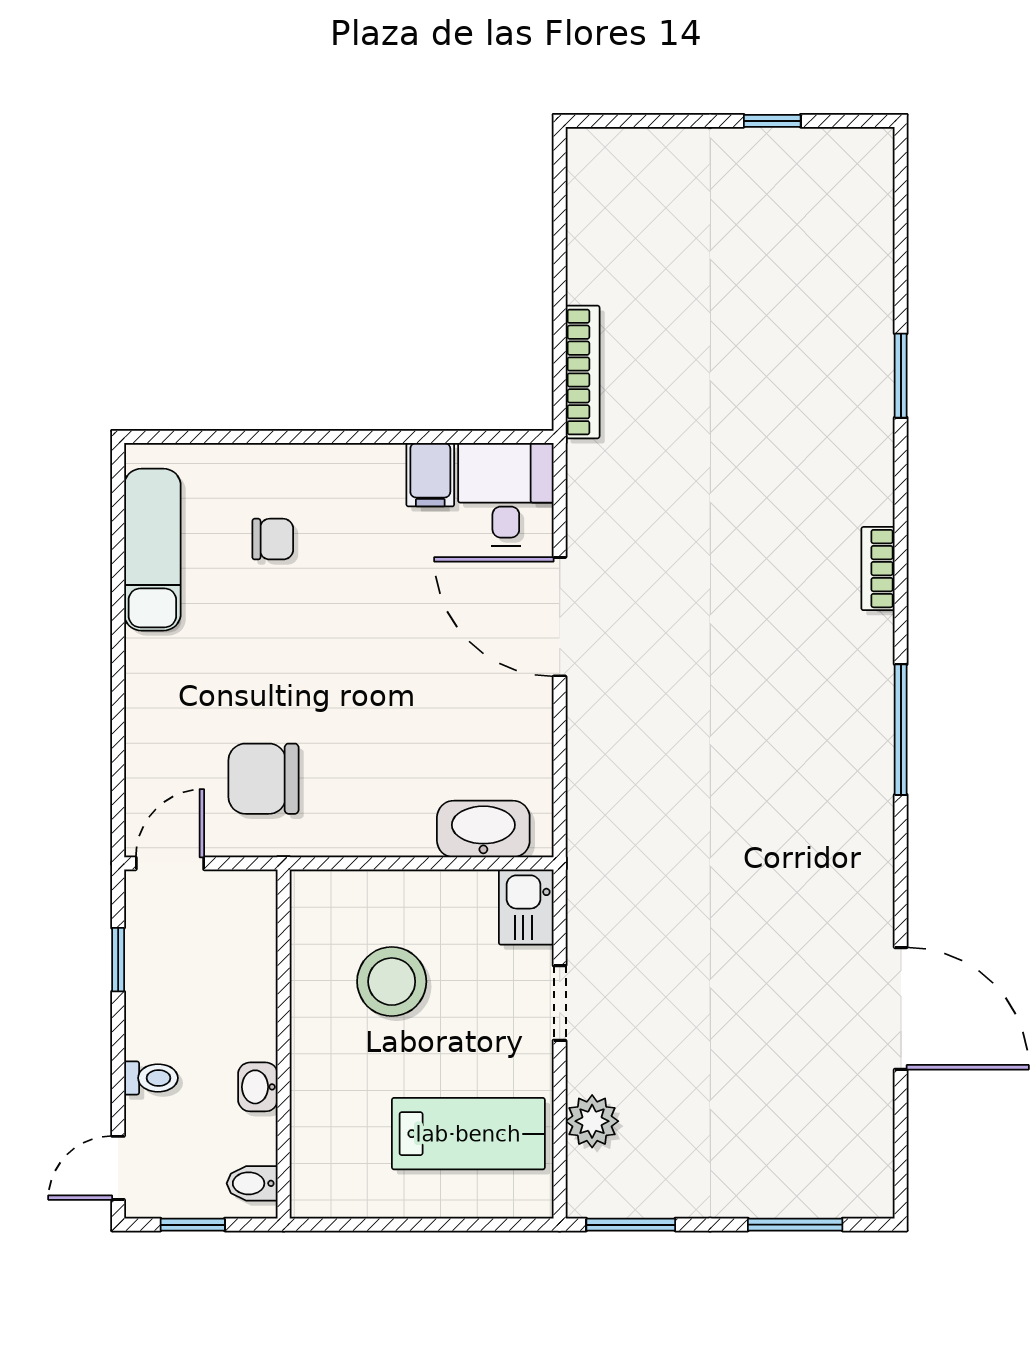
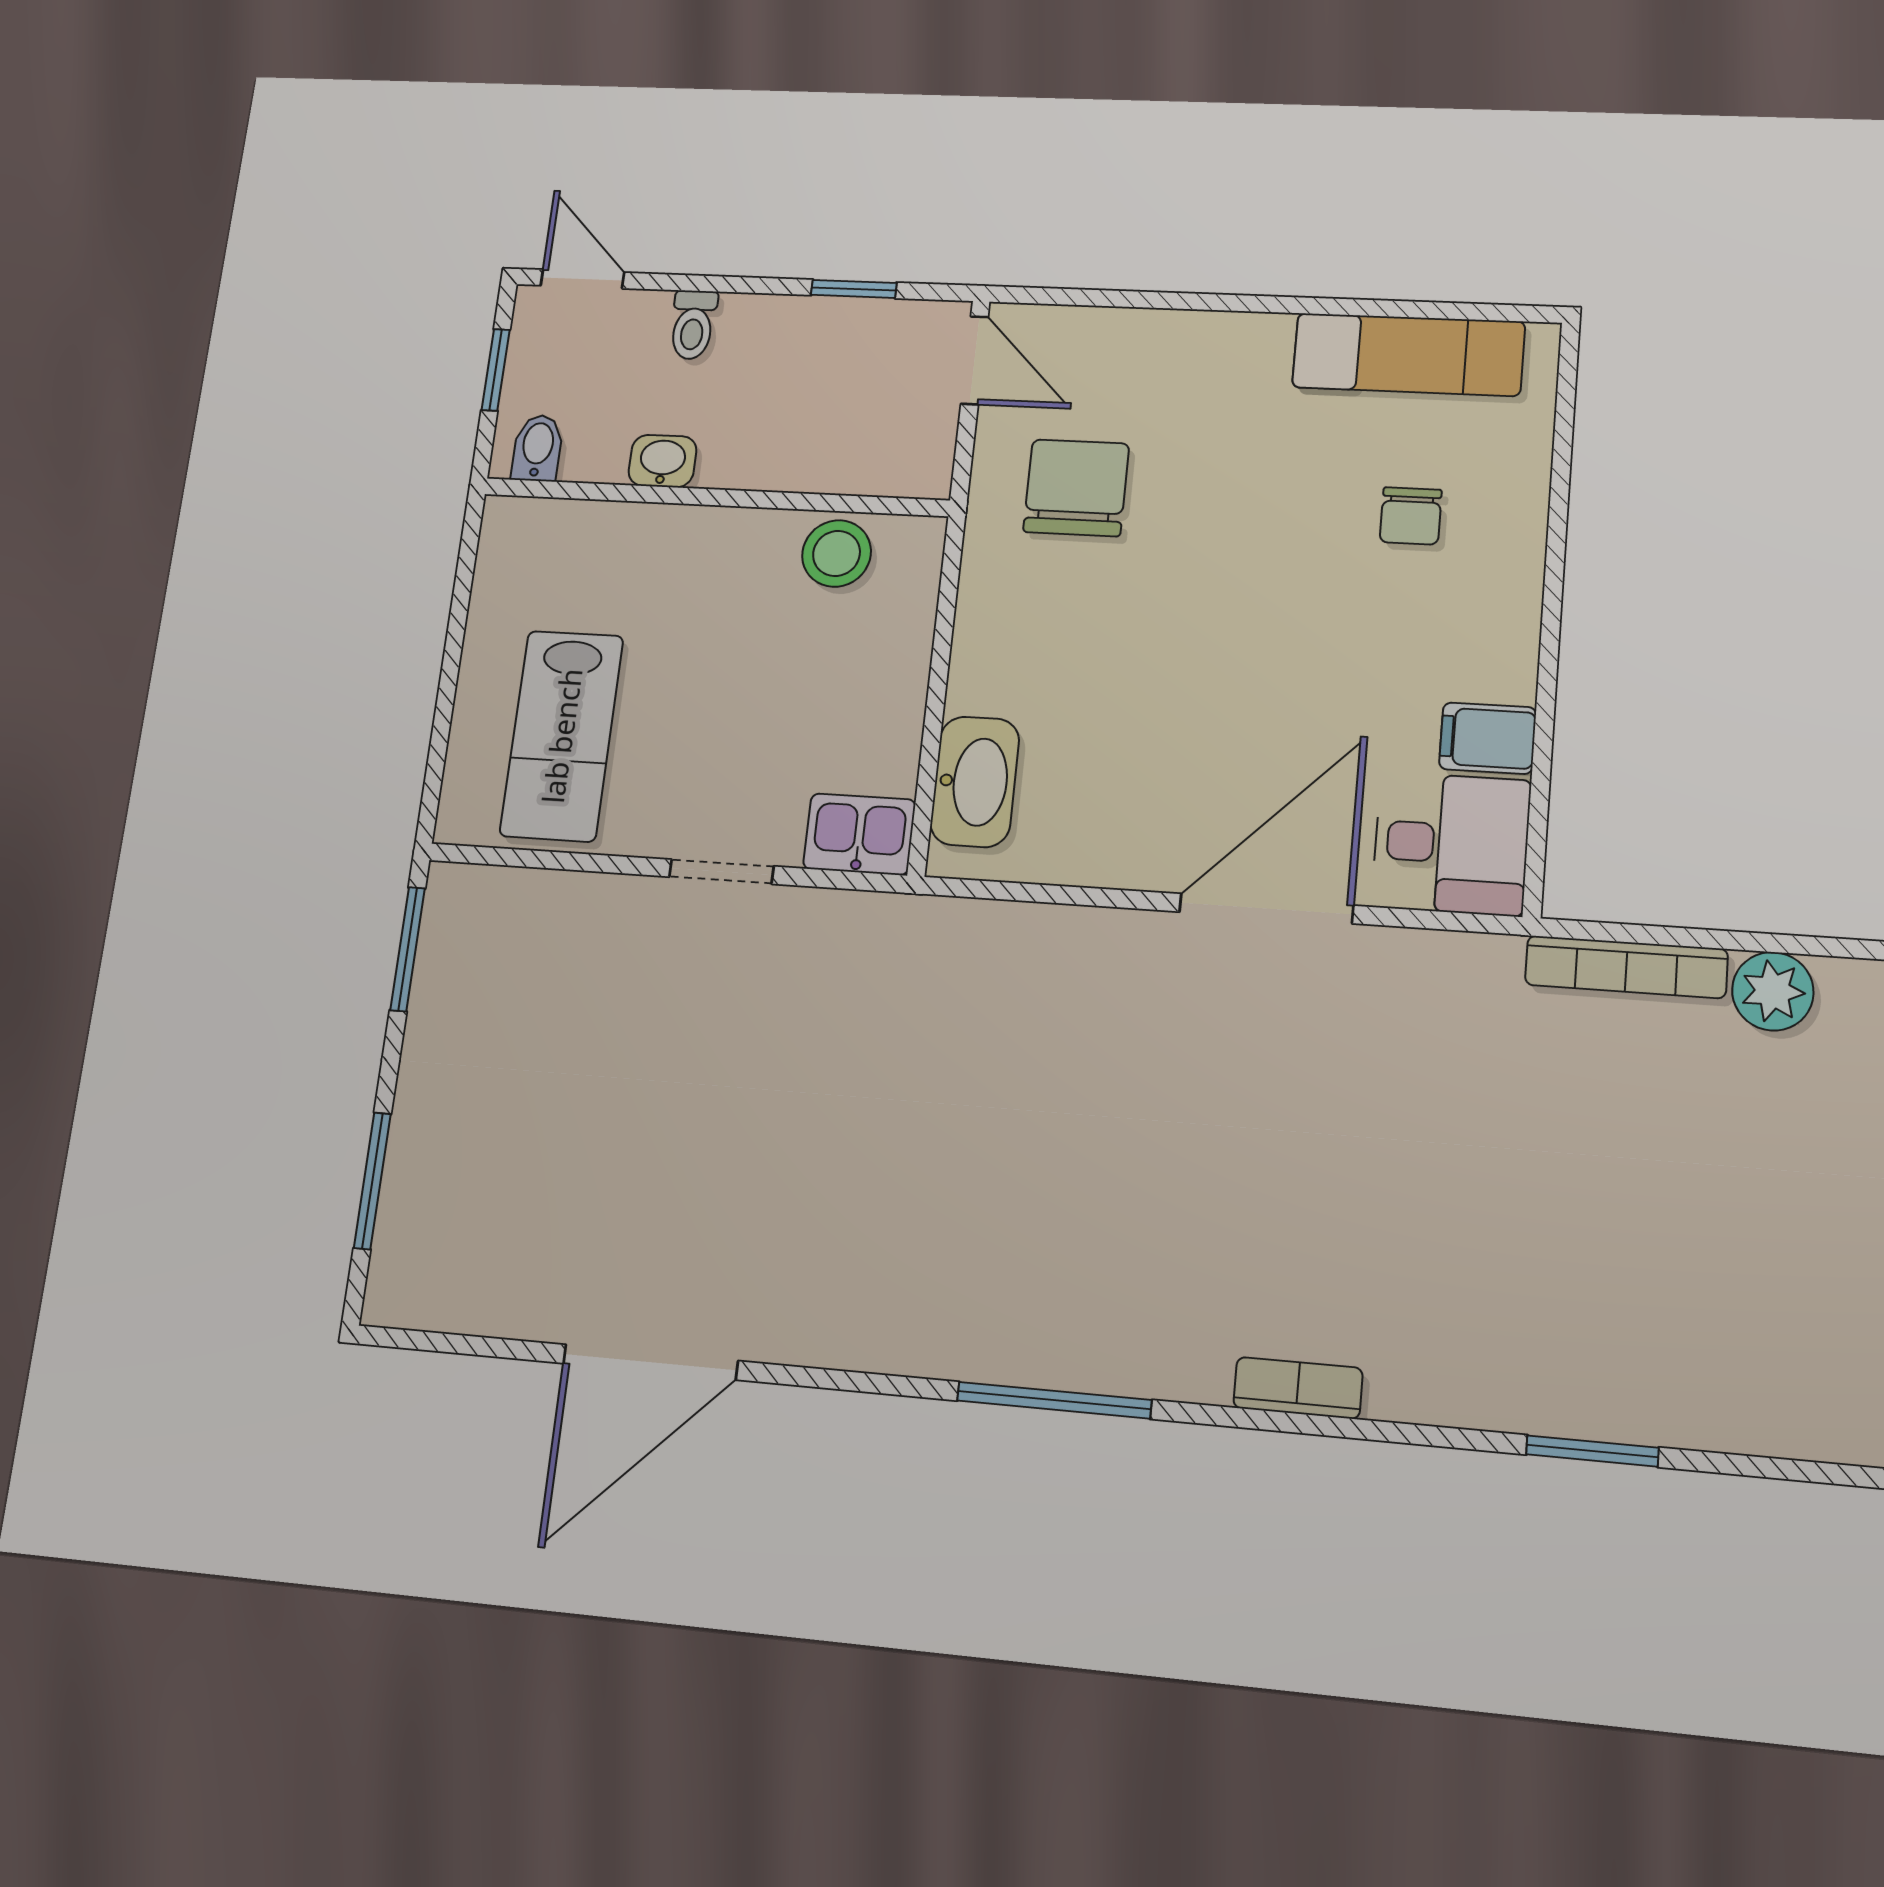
stool: (392, 982) -> (837, 553), moved, width x0.73, depth x0.73
plant: (592, 1121) -> (1773, 991), moved

